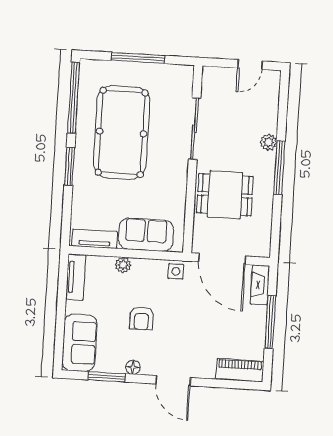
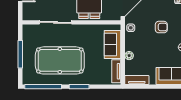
armchair: (142, 318) -> (161, 27), moved

